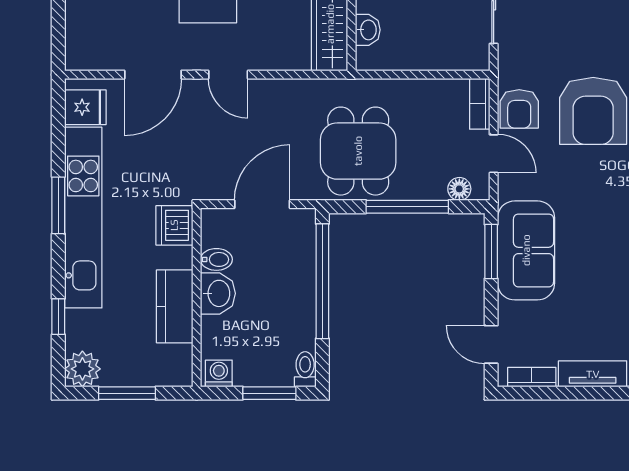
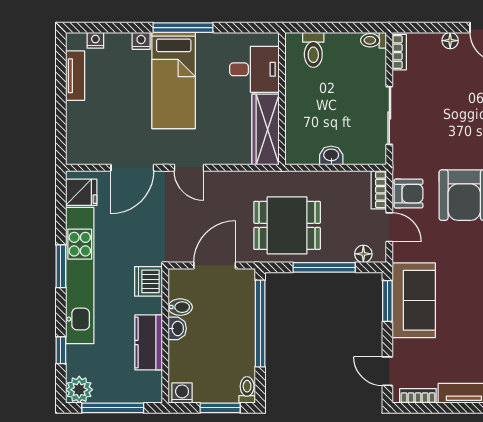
washbasin: (368, 30) -> (331, 155), moved, turned -90
armchair: (519, 109) -> (408, 194), turned -90
dining table: (358, 151) -> (287, 225), turned 90
washbasin: (218, 293) -> (177, 328), width x0.72, depth x0.69
window: (127, 393) -> (113, 408), width x1.44

